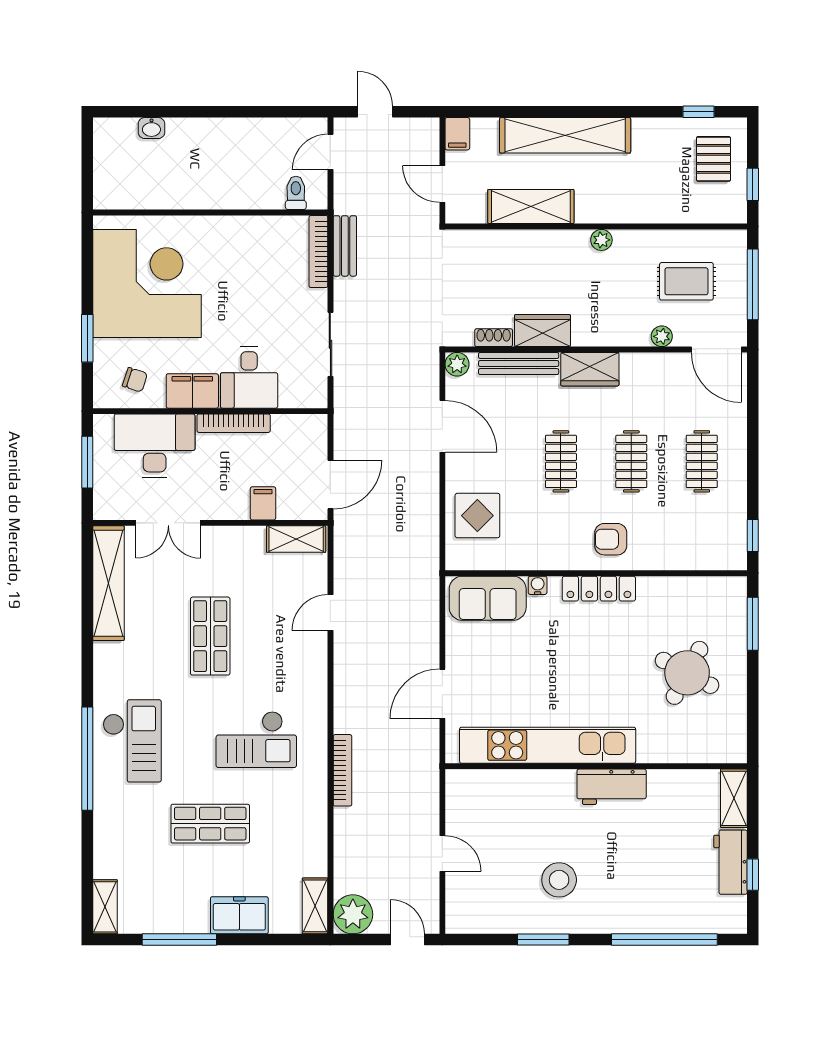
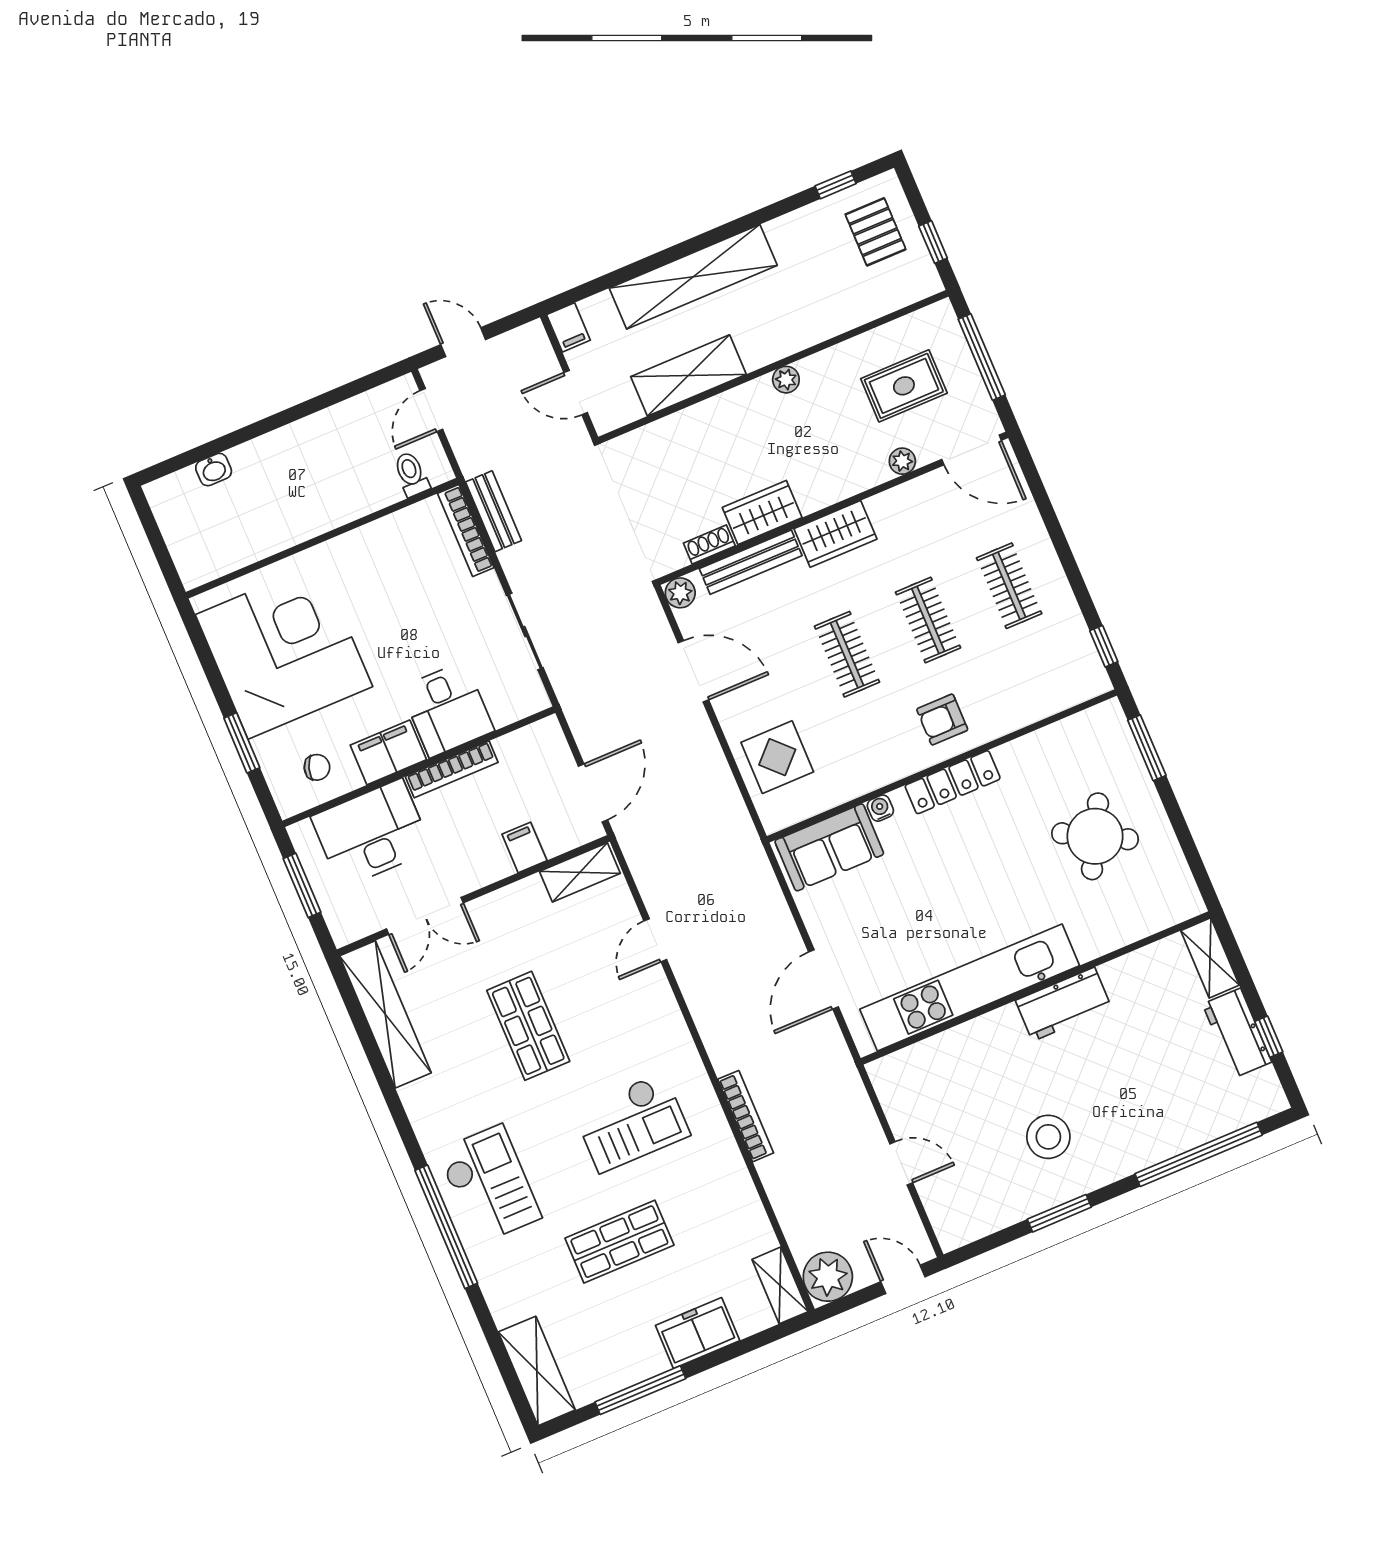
shelving: (105, 907) -> (537, 1371), width x1.50, depth x1.33

